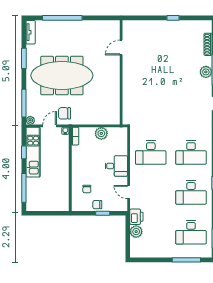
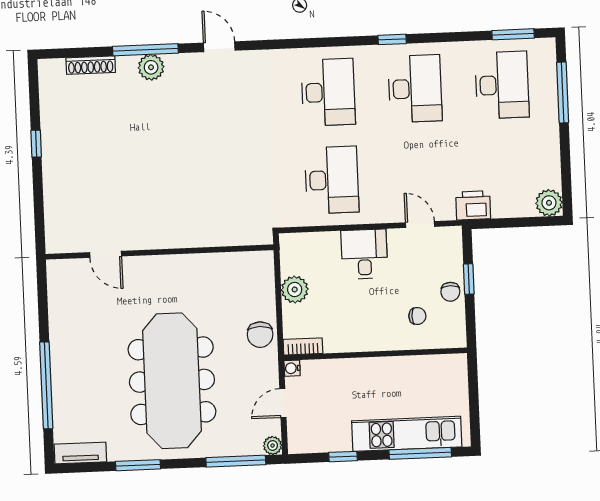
chair: (64, 113) -> (260, 335), moved
door: (50, 126) -> (283, 403), hinge flipped
kitchen unit: (33, 152) -> (407, 434), moved
door: (129, 192) -> (420, 225), swing flipped
plant: (136, 232) -> (549, 203), moved

